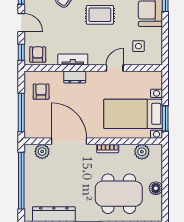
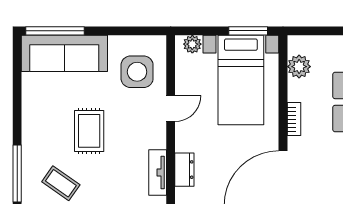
side table: (138, 46) -> (137, 72), width x1.87, depth x1.87
door: (115, 68) -> (171, 108), swing flipped
plant: (156, 82) -> (192, 44), added

